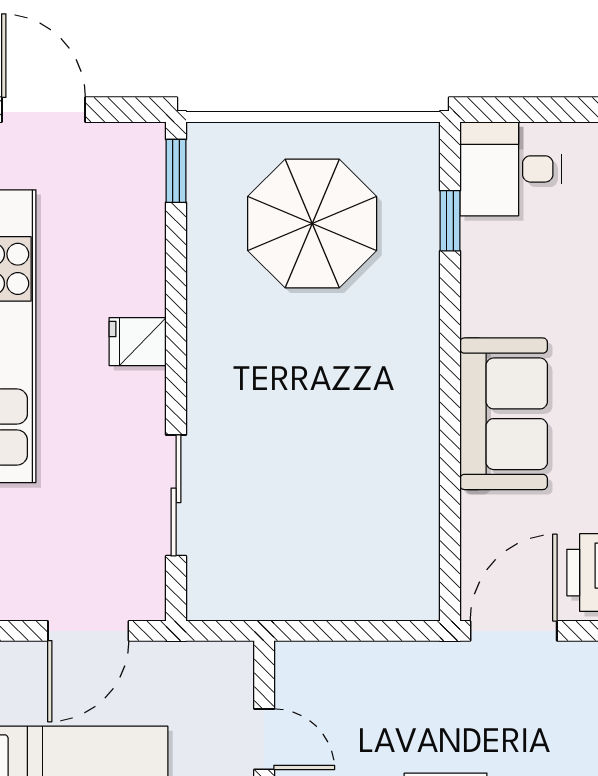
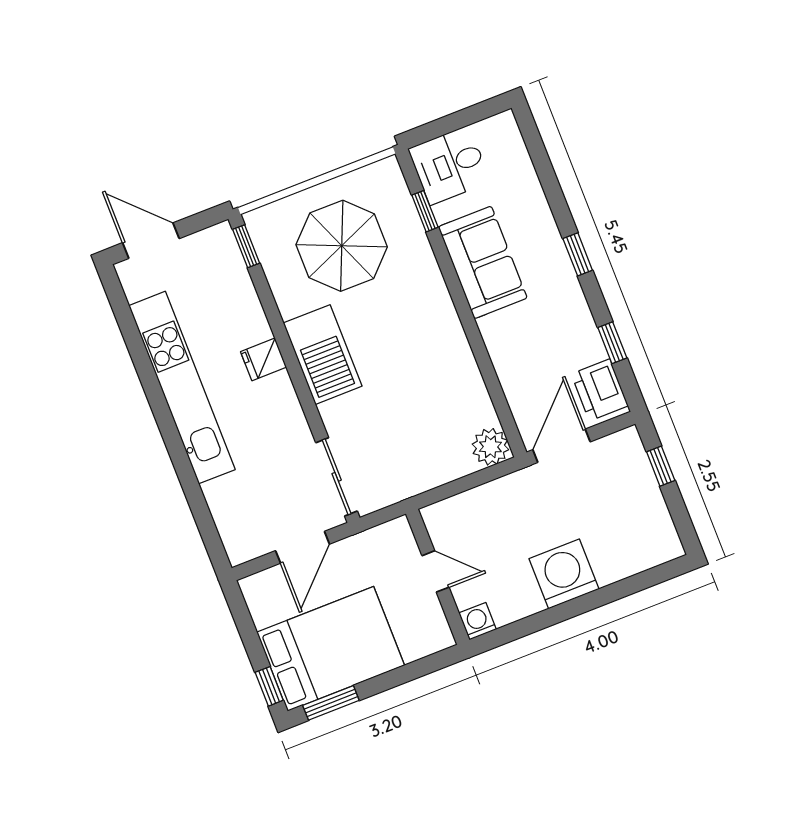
barbecue: (224, 368) -> (323, 355), added
sofa: (504, 414) -> (483, 262), moved
sliding door: (176, 495) -> (337, 477), moved
plant: (412, 593) -> (490, 447), added

